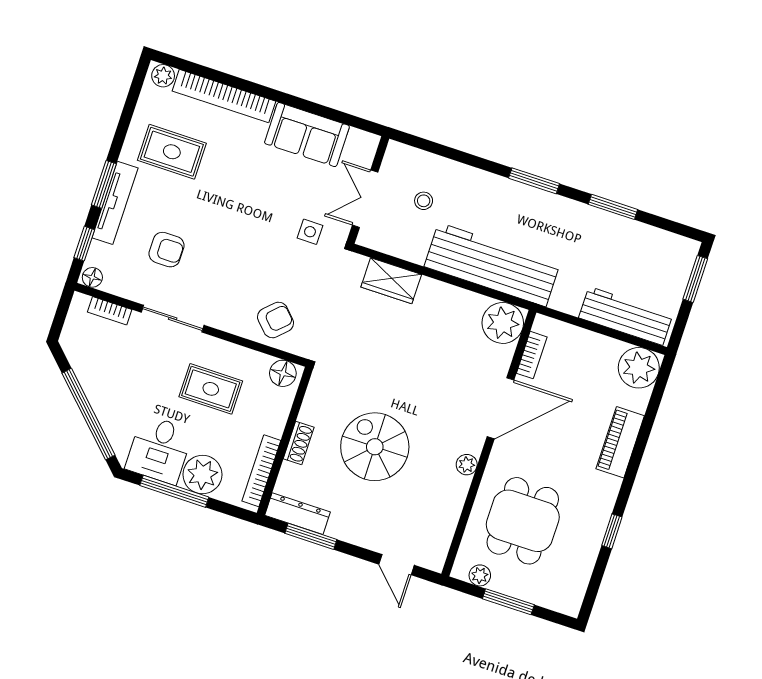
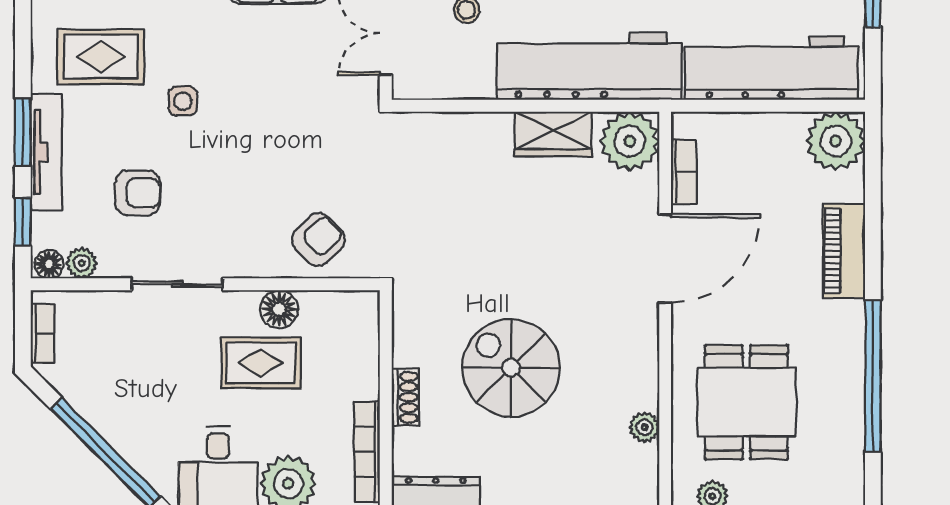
side table: (310, 232) -> (183, 101), moved
wardrobe: (391, 281) -> (553, 134), moved
plant: (114, 284) -> (82, 263), added
bookcase: (110, 311) -> (42, 333), moved, turned -90
workbench: (626, 316) -> (771, 68), width x1.36, depth x1.32
floor lamp: (283, 373) -> (279, 309), moved
plant: (467, 465) -> (644, 427), moved
window: (612, 531) -> (873, 376), width x3.17

